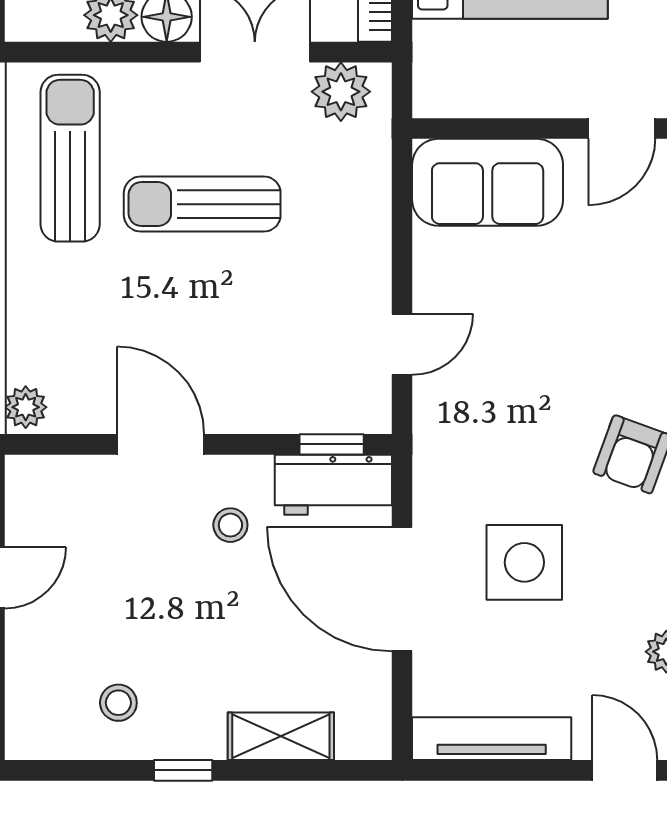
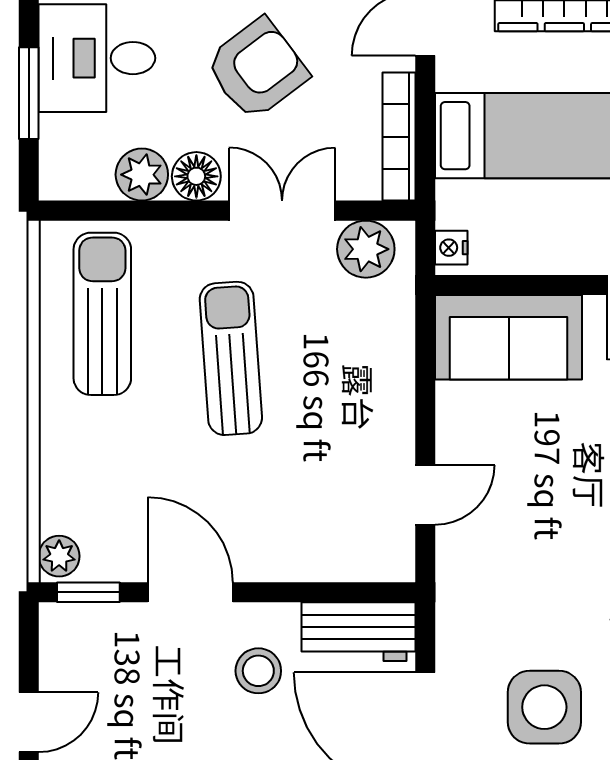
nightstand: (429, 90) -> (451, 248), added
sun lounger: (202, 204) -> (231, 358), turned 86
window: (332, 444) -> (88, 592), moved
stool: (230, 525) -> (258, 671), width x1.37, depth x1.37

